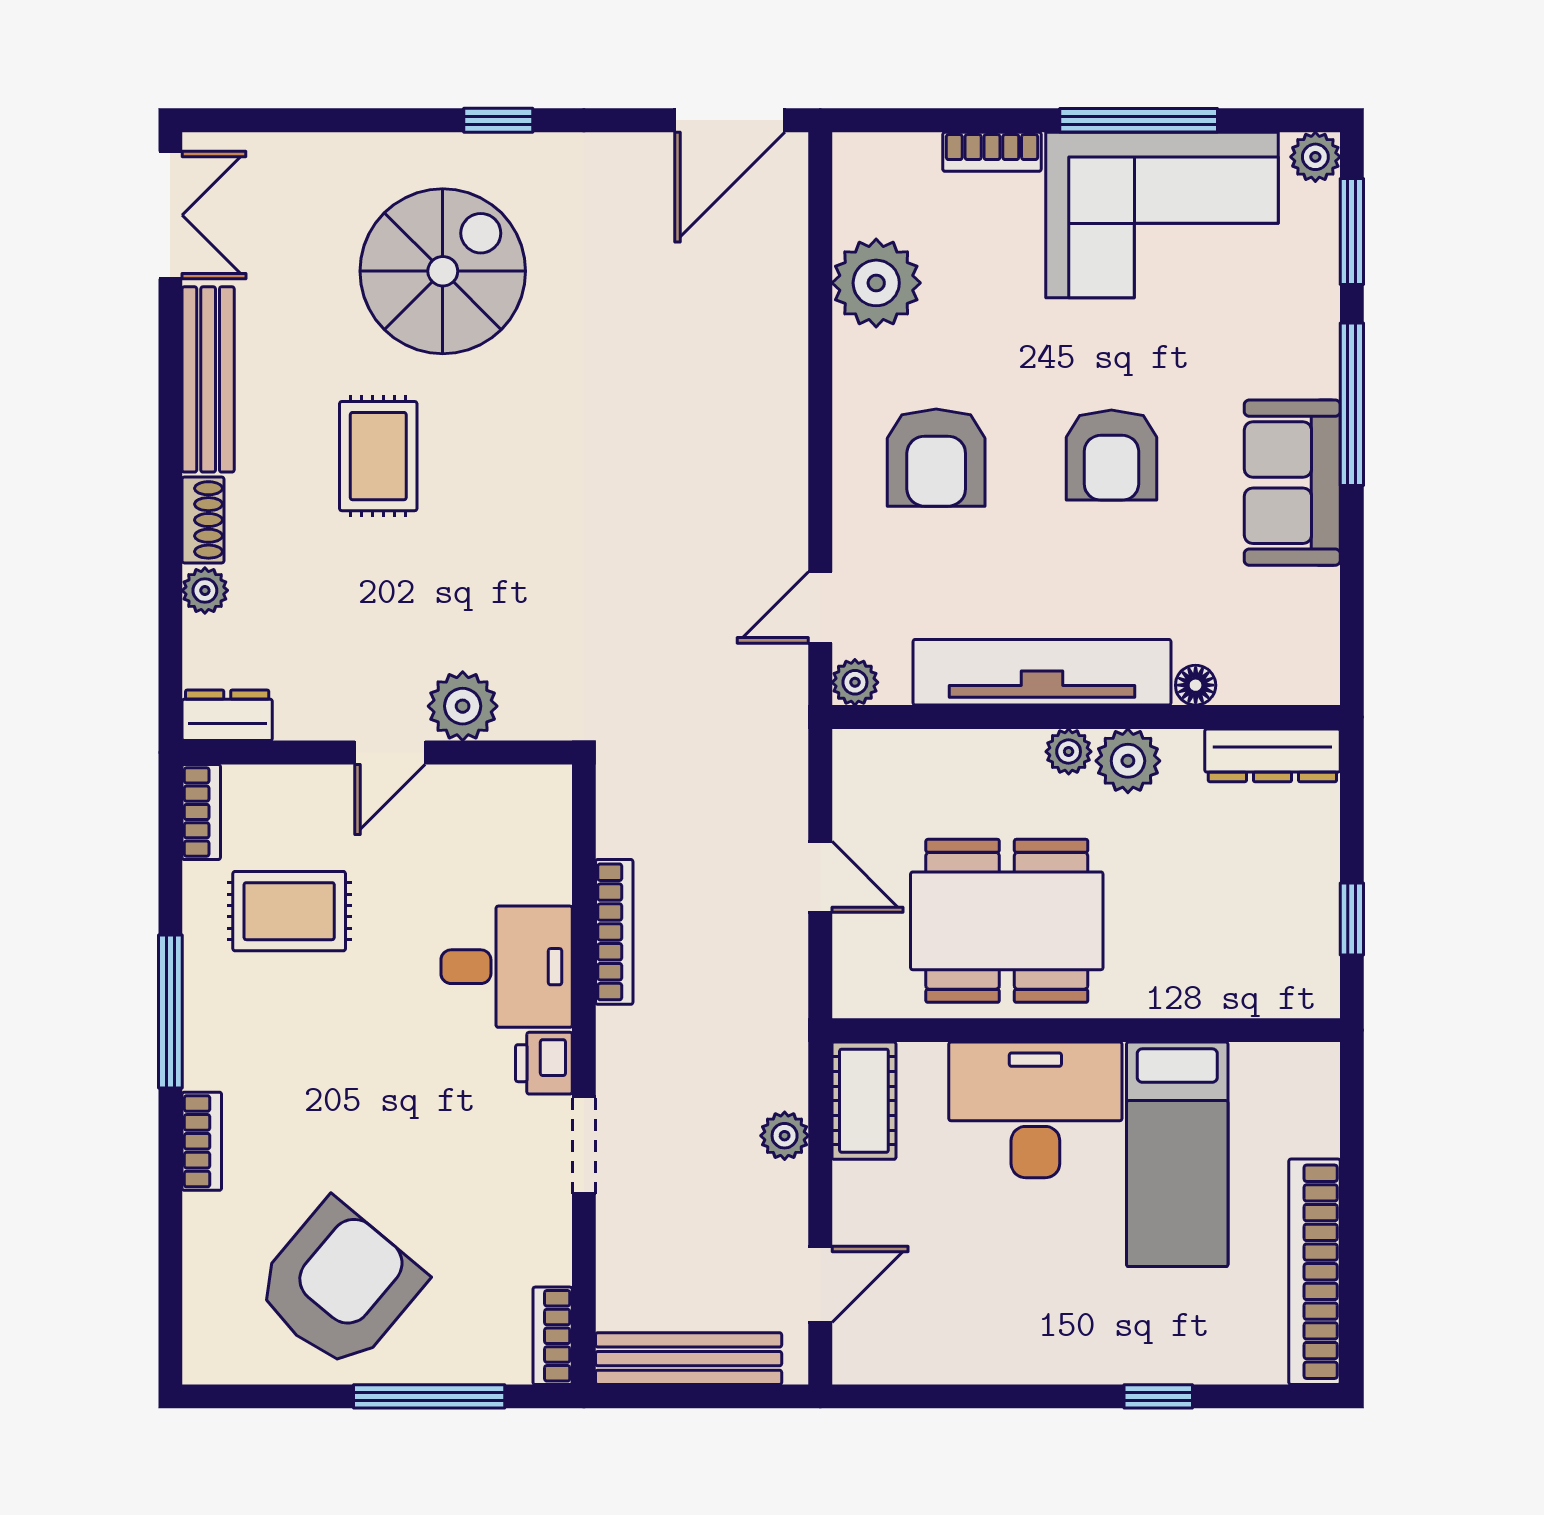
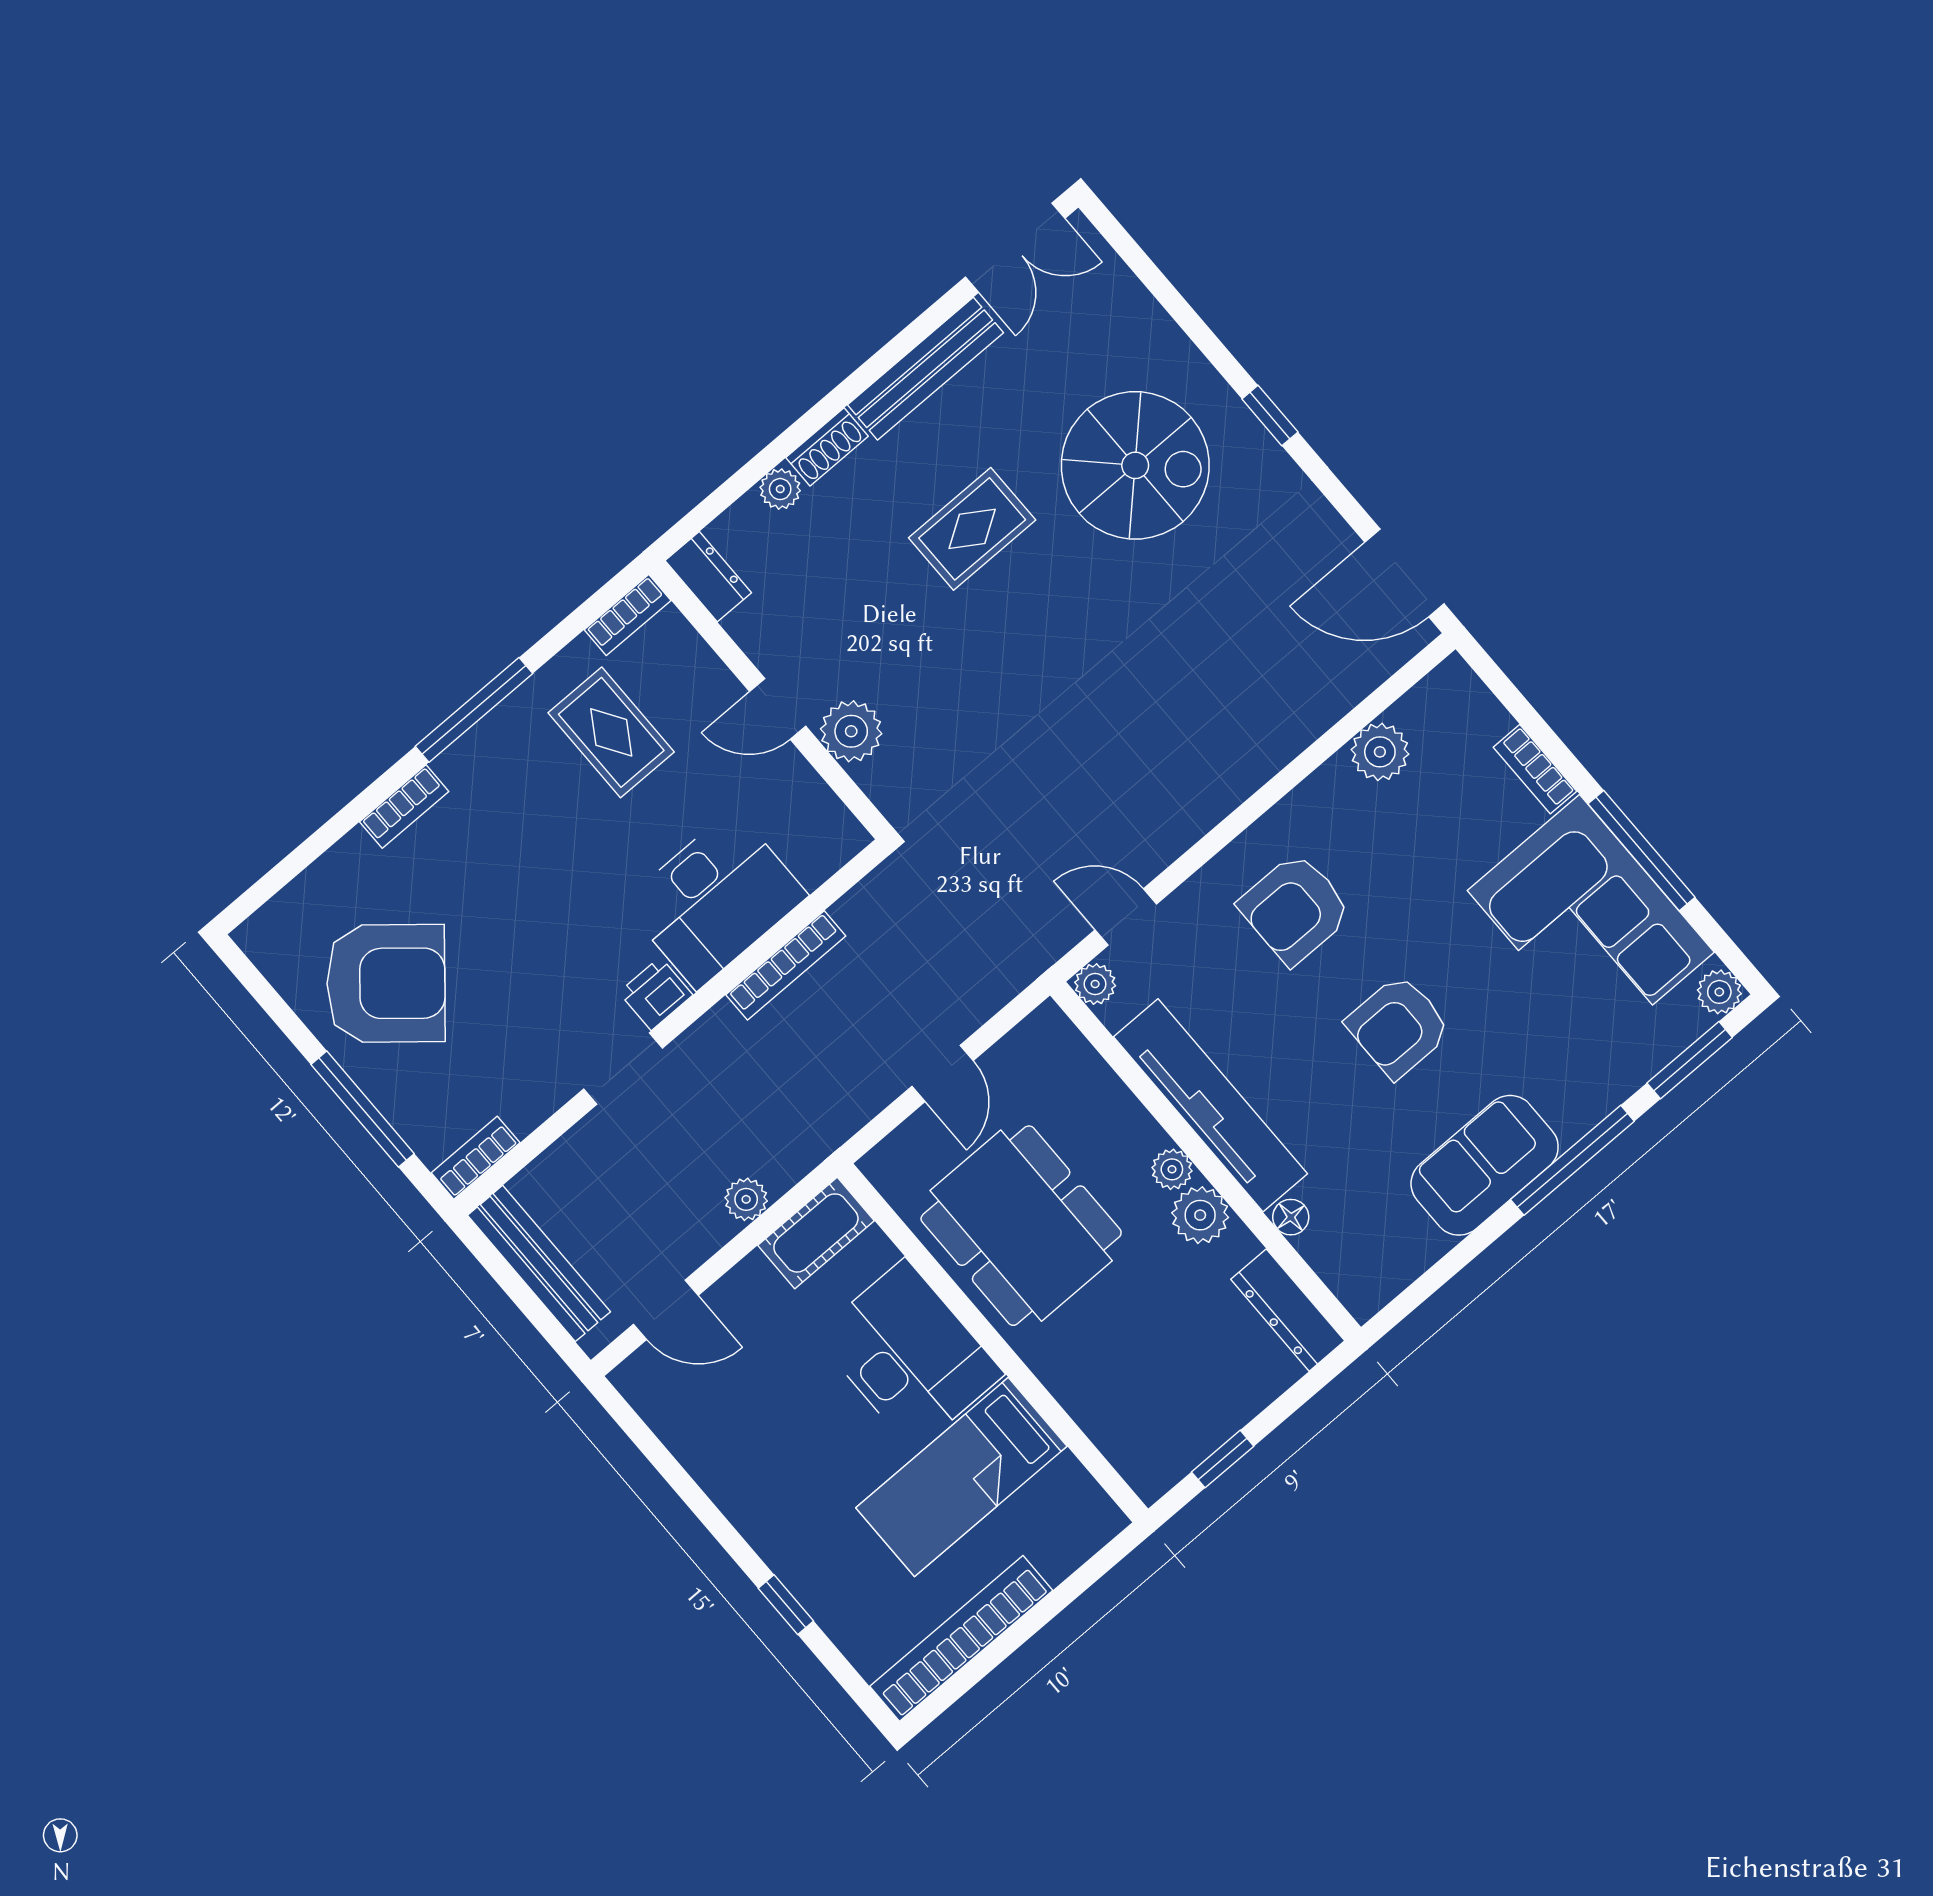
plant: (876, 283) -> (1380, 752), width x0.73, depth x0.73
desk: (507, 967) -> (715, 899), width x1.37

